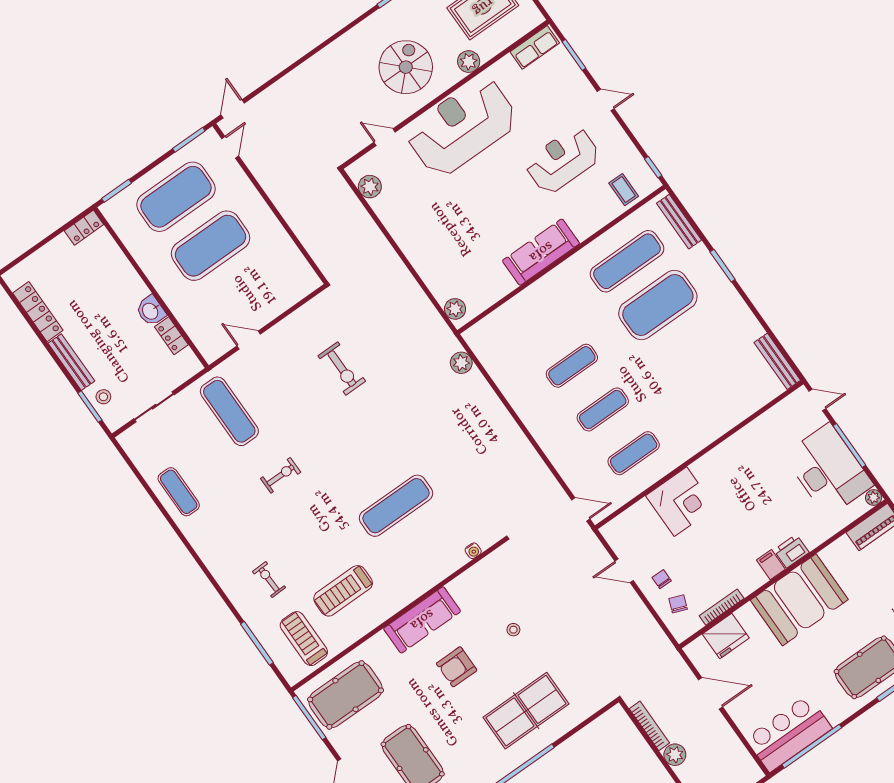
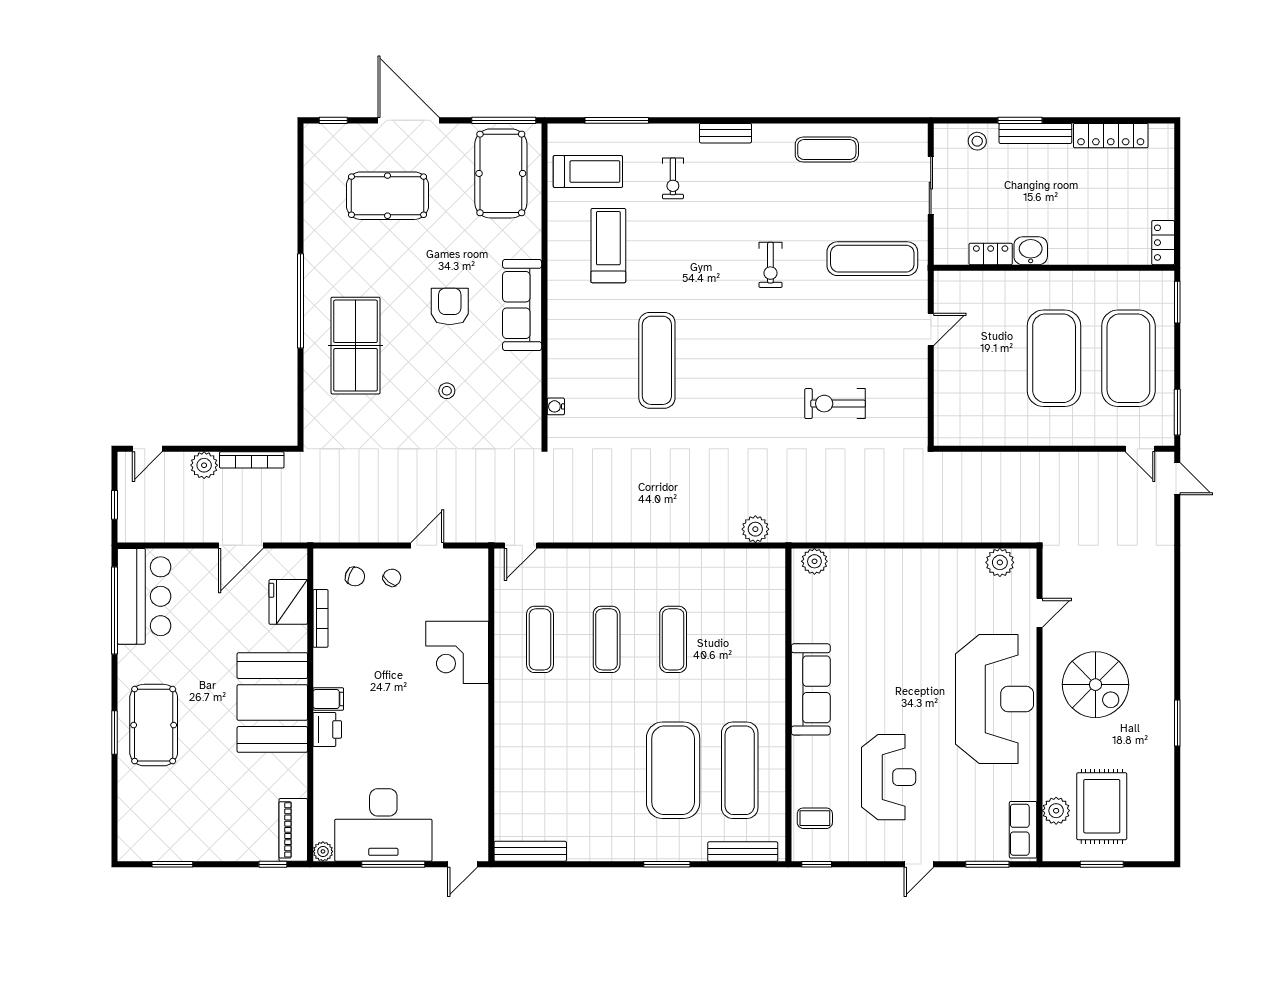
plant: (469, 62) -> (1056, 811), moved
window: (90, 407) -> (1020, 120), moved
bench: (215, 566) -> (725, 133), added
chair: (662, 579) -> (392, 578), turned -51
exercise bike: (269, 580) -> (673, 178), turned 92

